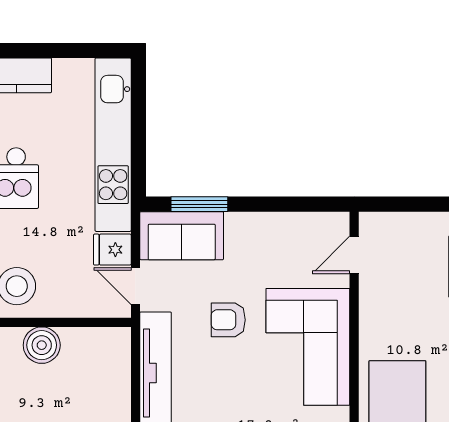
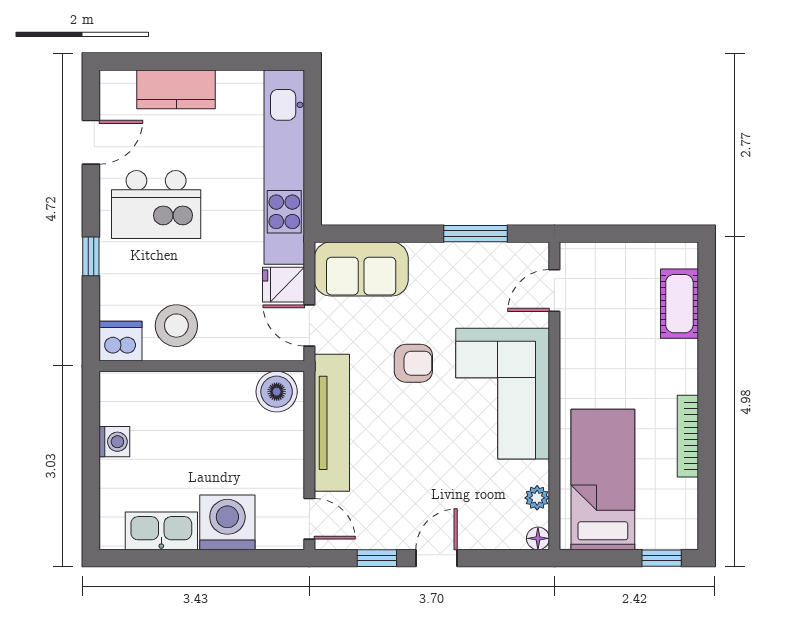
window: (199, 204) -> (476, 234), moved
armchair: (228, 320) -> (413, 363), turned 180
boiler: (42, 345) -> (277, 392), moved

